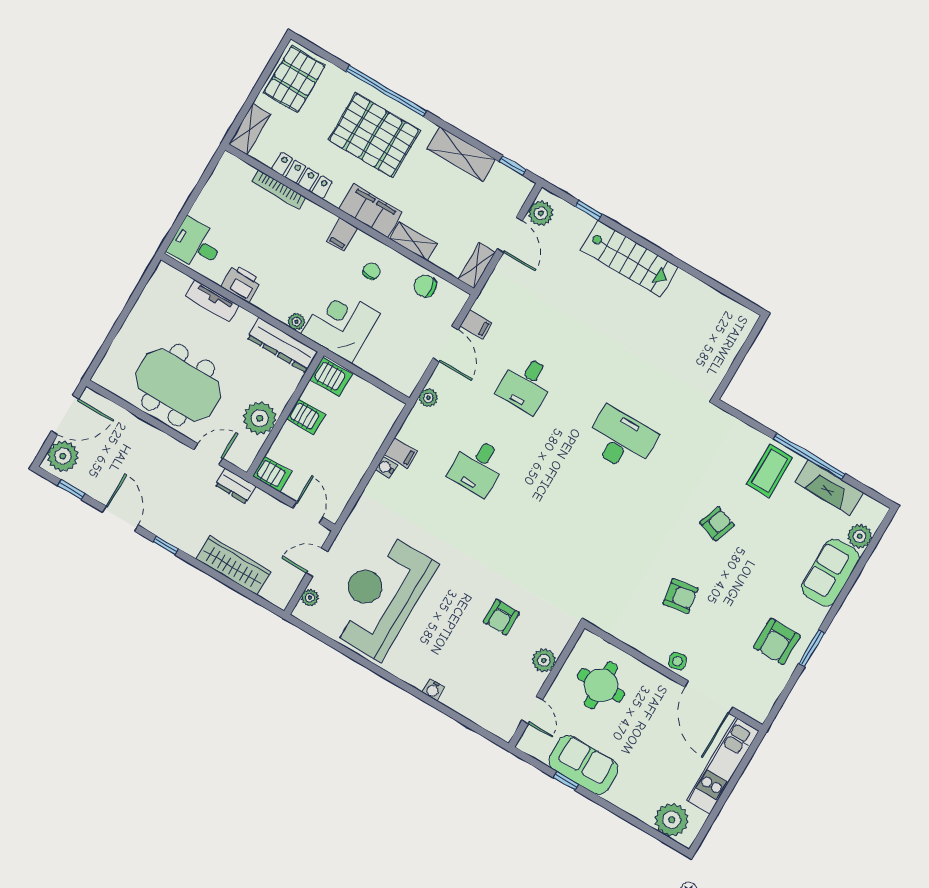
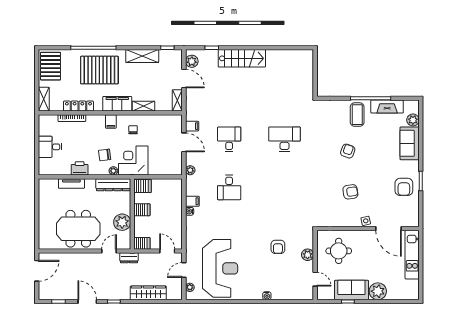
desk: (196, 245) -> (50, 147), moved
chair: (425, 286) -> (105, 155), moved
desk: (526, 384) -> (229, 139), turned 180
plant: (63, 456) -> (46, 289), removed
reception desk: (381, 596) -> (220, 268), turned 180
plant: (672, 820) -> (378, 291), moved

